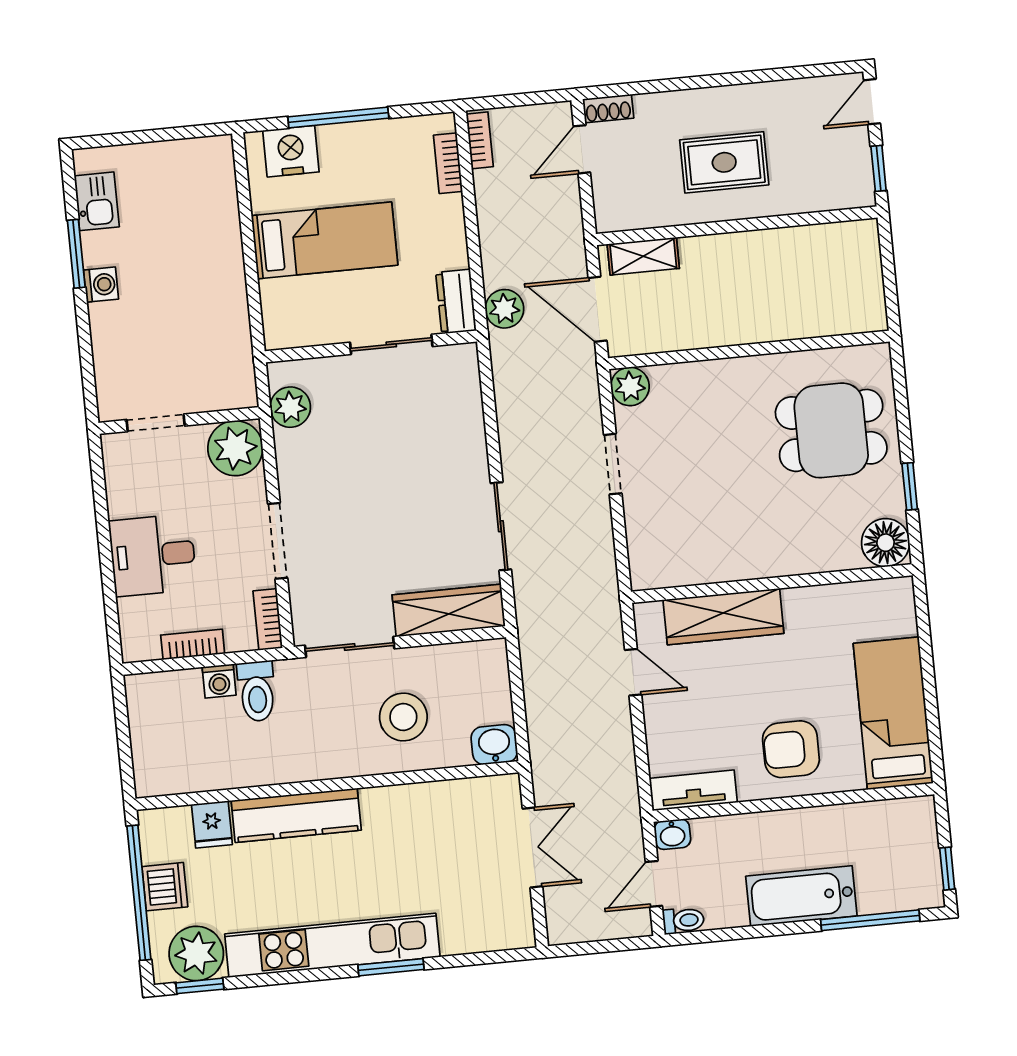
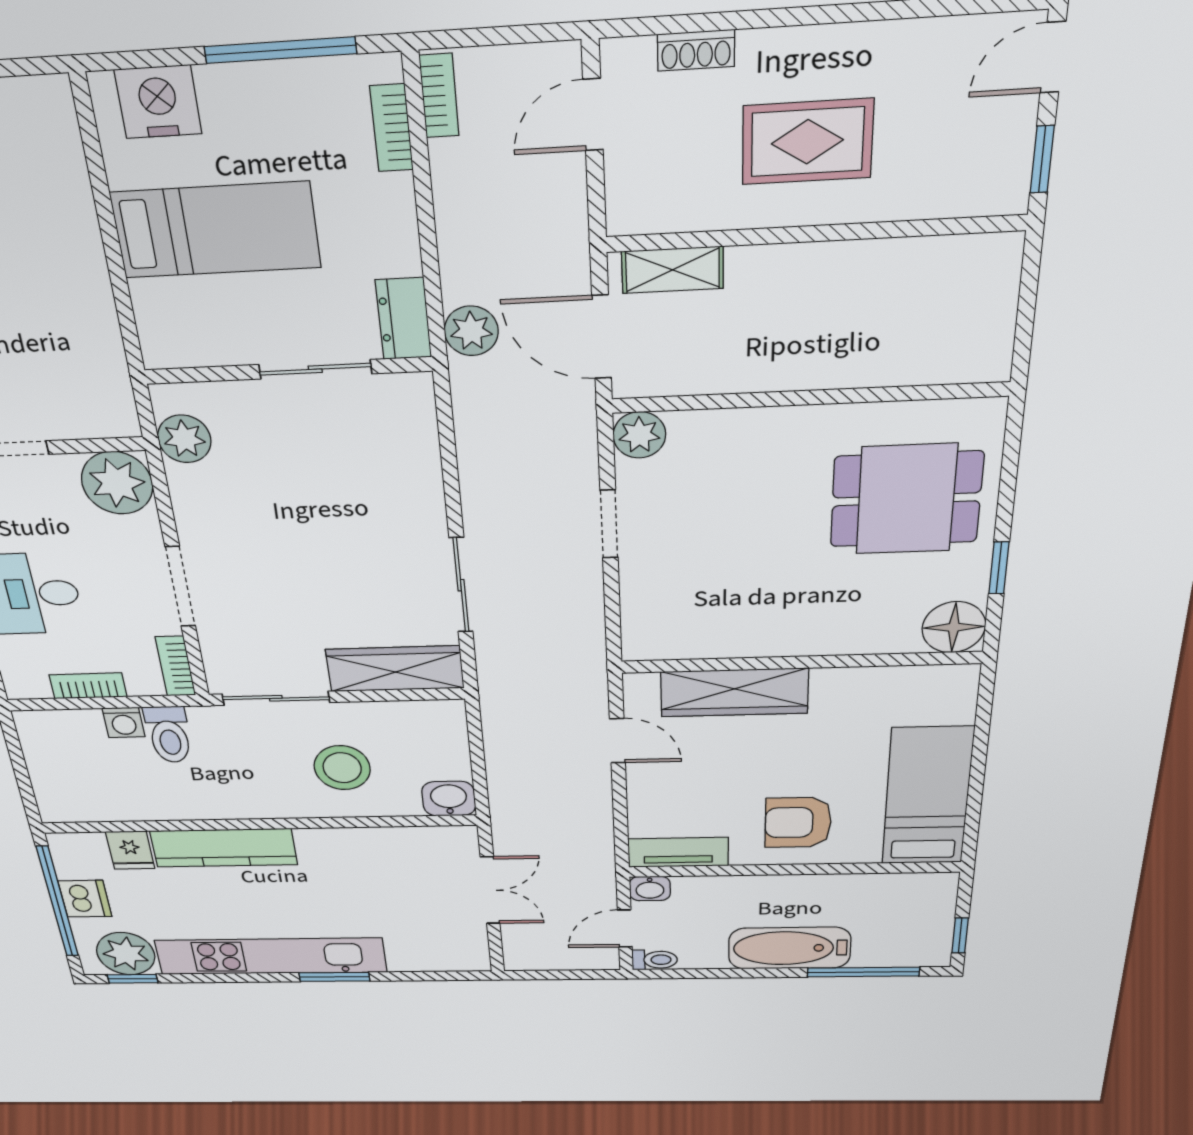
shoe rack: (608, 109) -> (696, 50), moved
window: (338, 117) -> (280, 50), moved

